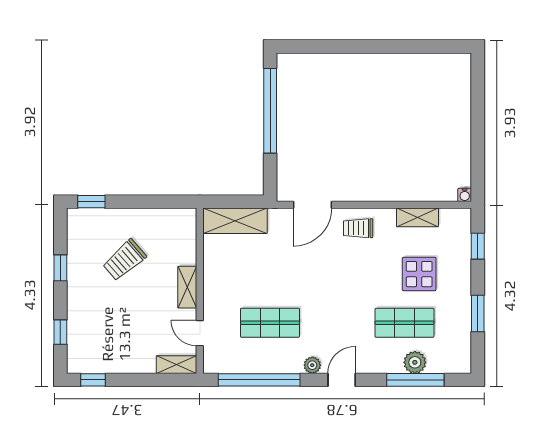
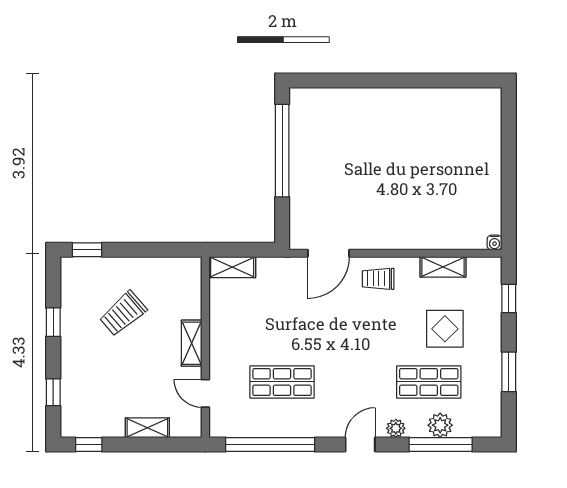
shelving: (235, 221) -> (232, 267), width x0.67, depth x0.75
shelving: (177, 365) -> (147, 428), moved
plant: (312, 365) -> (396, 428), moved

